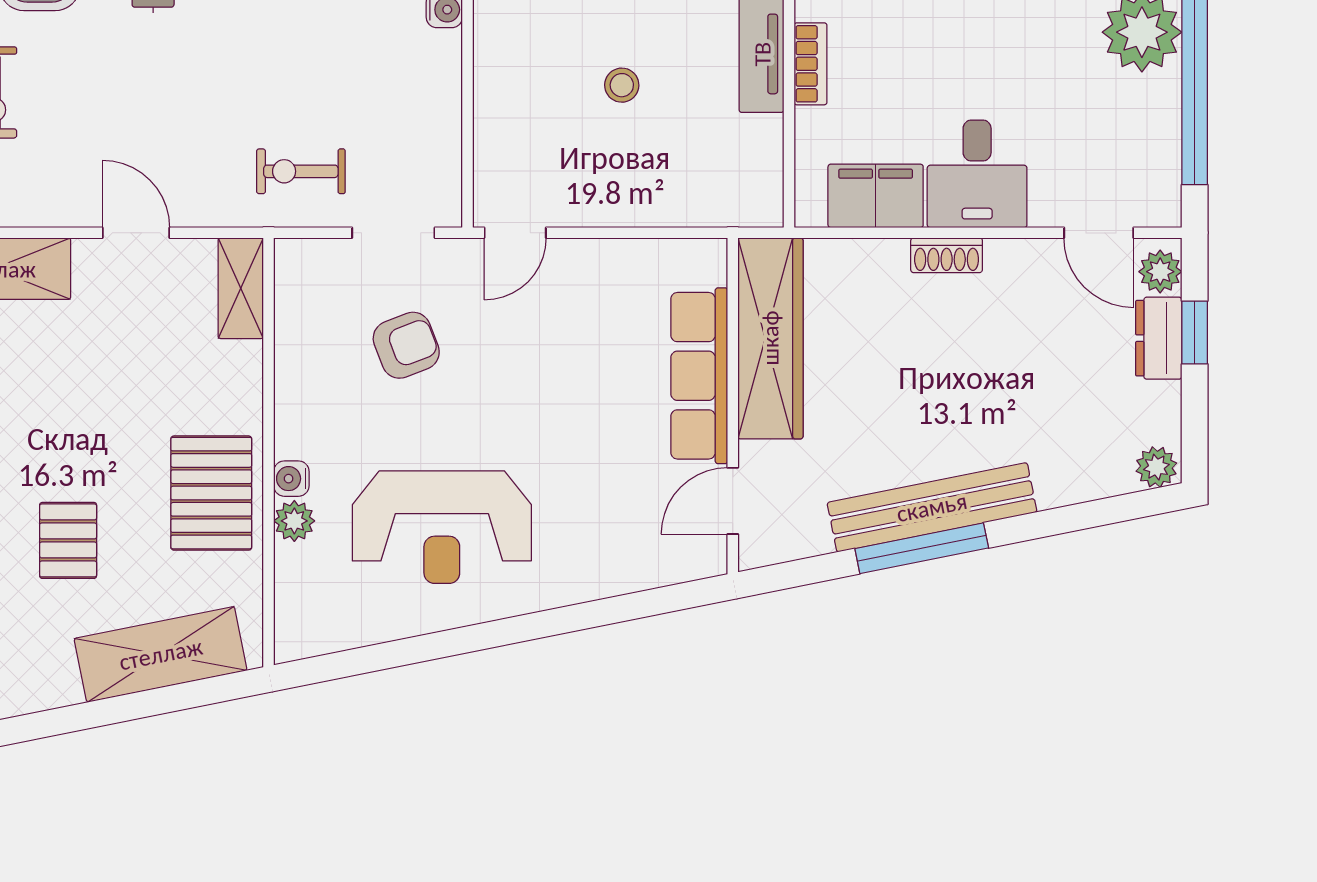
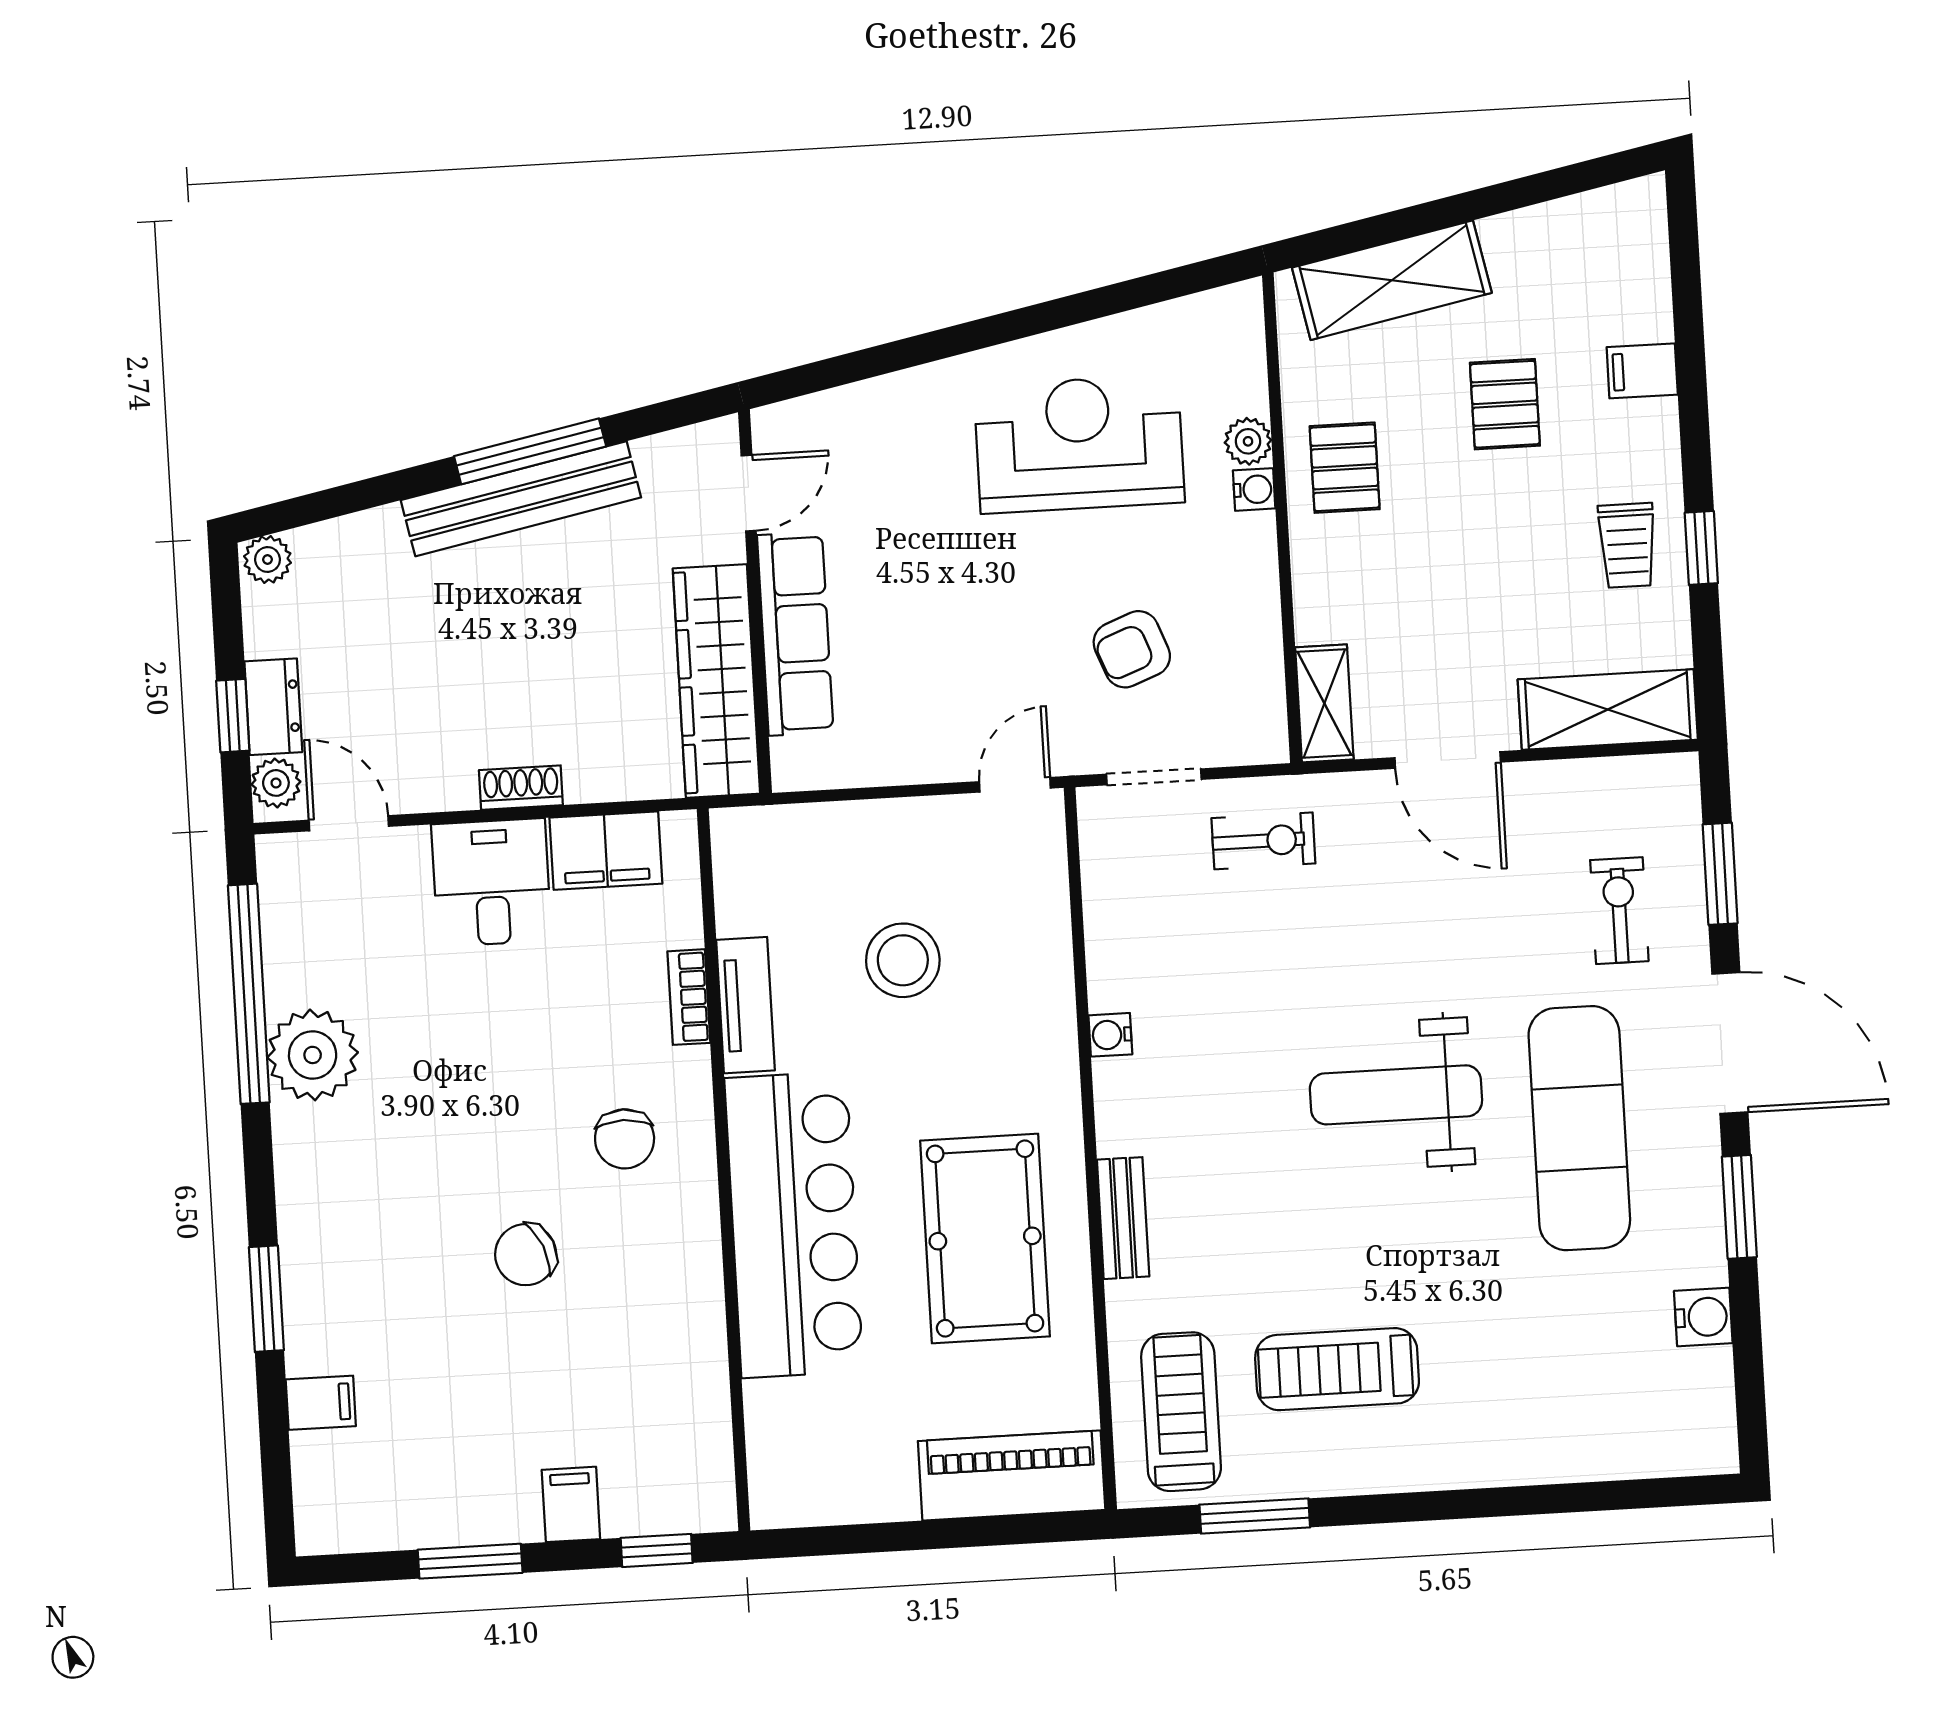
stool: (622, 85) -> (903, 960), width x1.89, depth x1.89
door: (136, 233) -> (1448, 760), width x1.38
pallet: (211, 493) -> (1345, 468), width x0.67, depth x0.71

